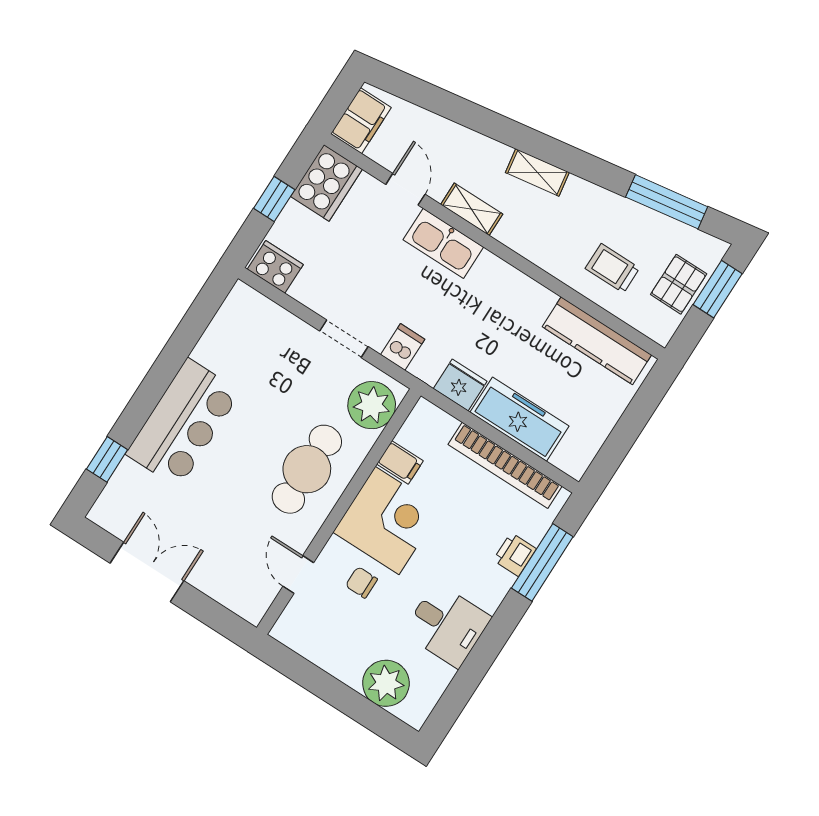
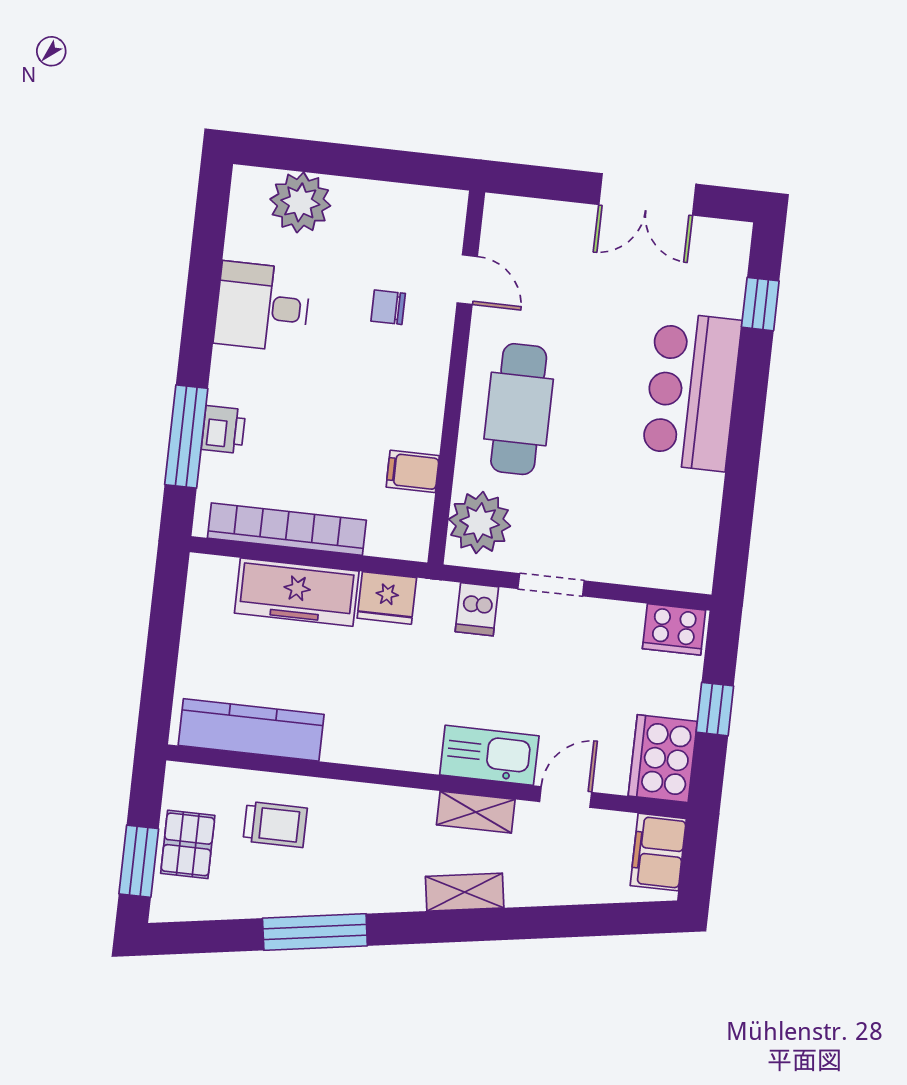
shelving: (537, 172) -> (465, 892), moved
door: (405, 189) -> (566, 797), swing flipped
window: (667, 202) -> (315, 932), moved
corner desk: (387, 521) -> (394, 395), removed
chair: (361, 582) -> (388, 307), turned 180

